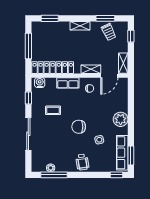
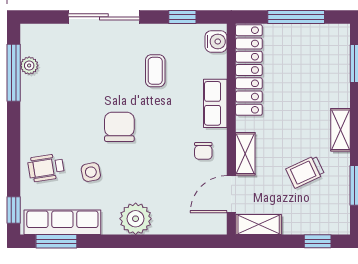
trolley: (109, 32) -> (305, 172), moved
door: (109, 76) -> (231, 194), hinge flipped
wheelchair: (82, 162) -> (46, 168), moved

